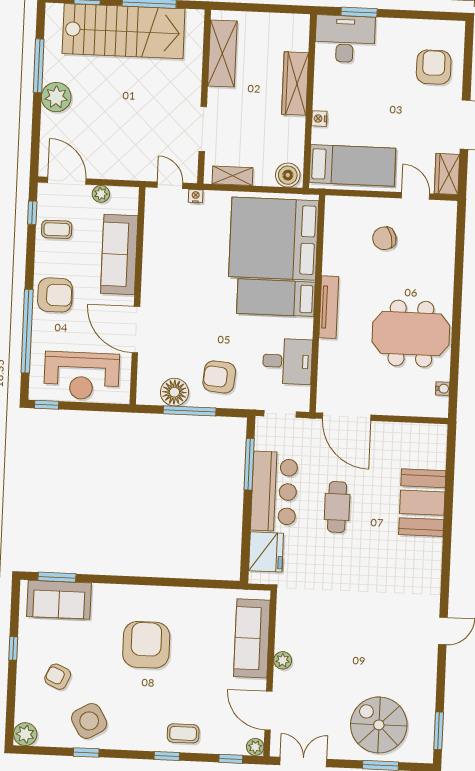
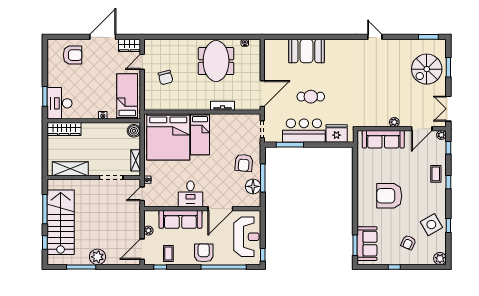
armchair: (434, 67) -> (73, 55), turned 180
wardrobe: (295, 83) -> (64, 129), moved
tv unit: (329, 307) -> (222, 106), moved, width x0.71
desk: (287, 361) -> (190, 194), moved, turned 180

